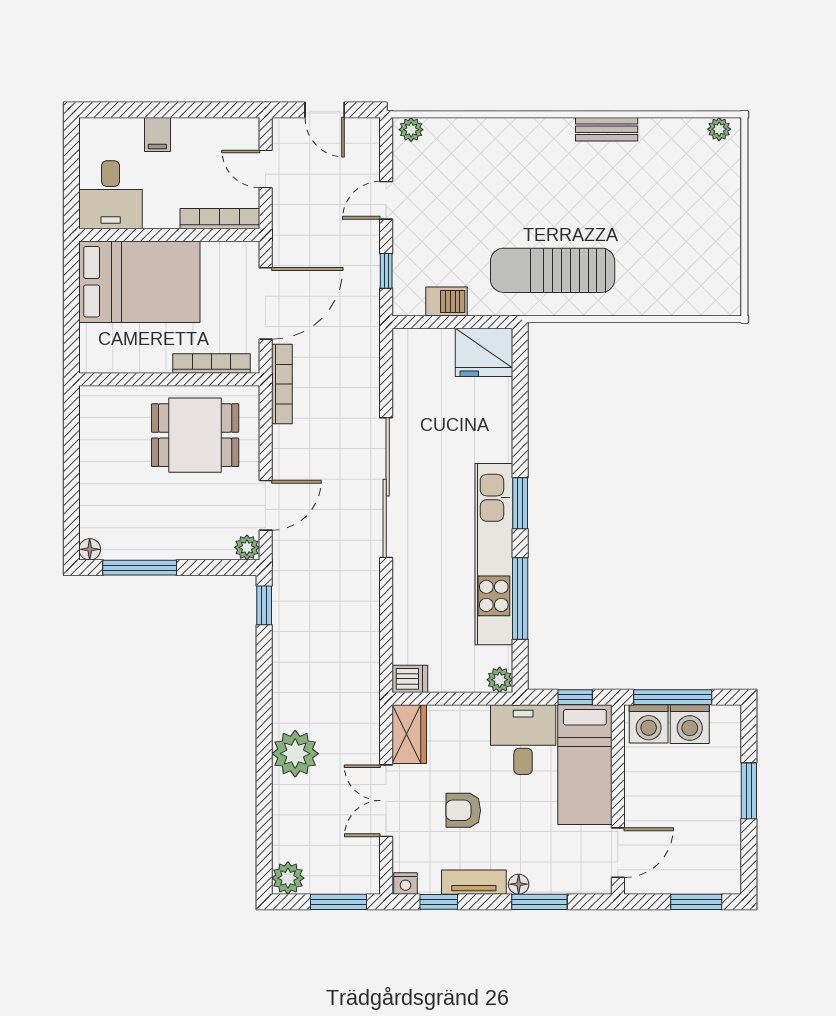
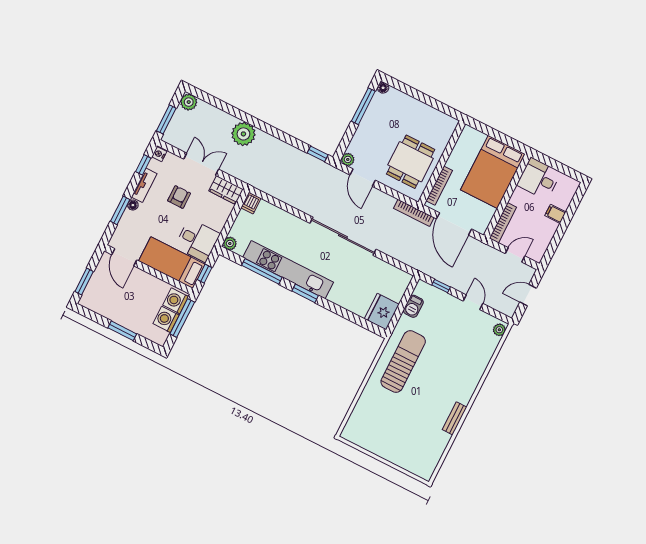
plant: (719, 129) -> (429, 469), removed

